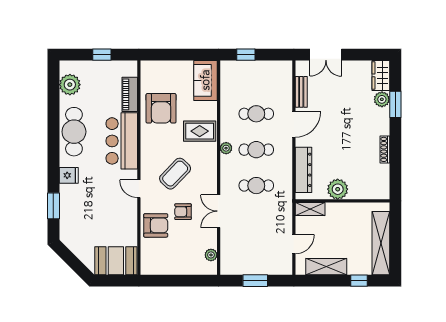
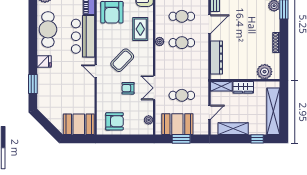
rug: (200, 131) -> (140, 29), turned 90
cafe table: (256, 186) -> (182, 95), moved
plant: (338, 189) -> (265, 72), moved
wardrobe: (340, 210) -> (243, 87), added
armchair: (156, 225) -> (115, 121), moved
booth: (250, 261) -> (177, 124), added

